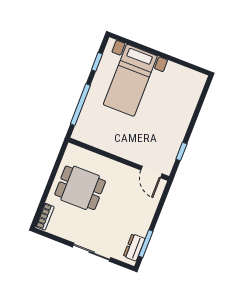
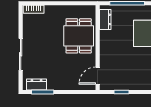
dresser: (89, 138) -> (105, 19), added
dining table: (80, 188) -> (79, 36), moved

